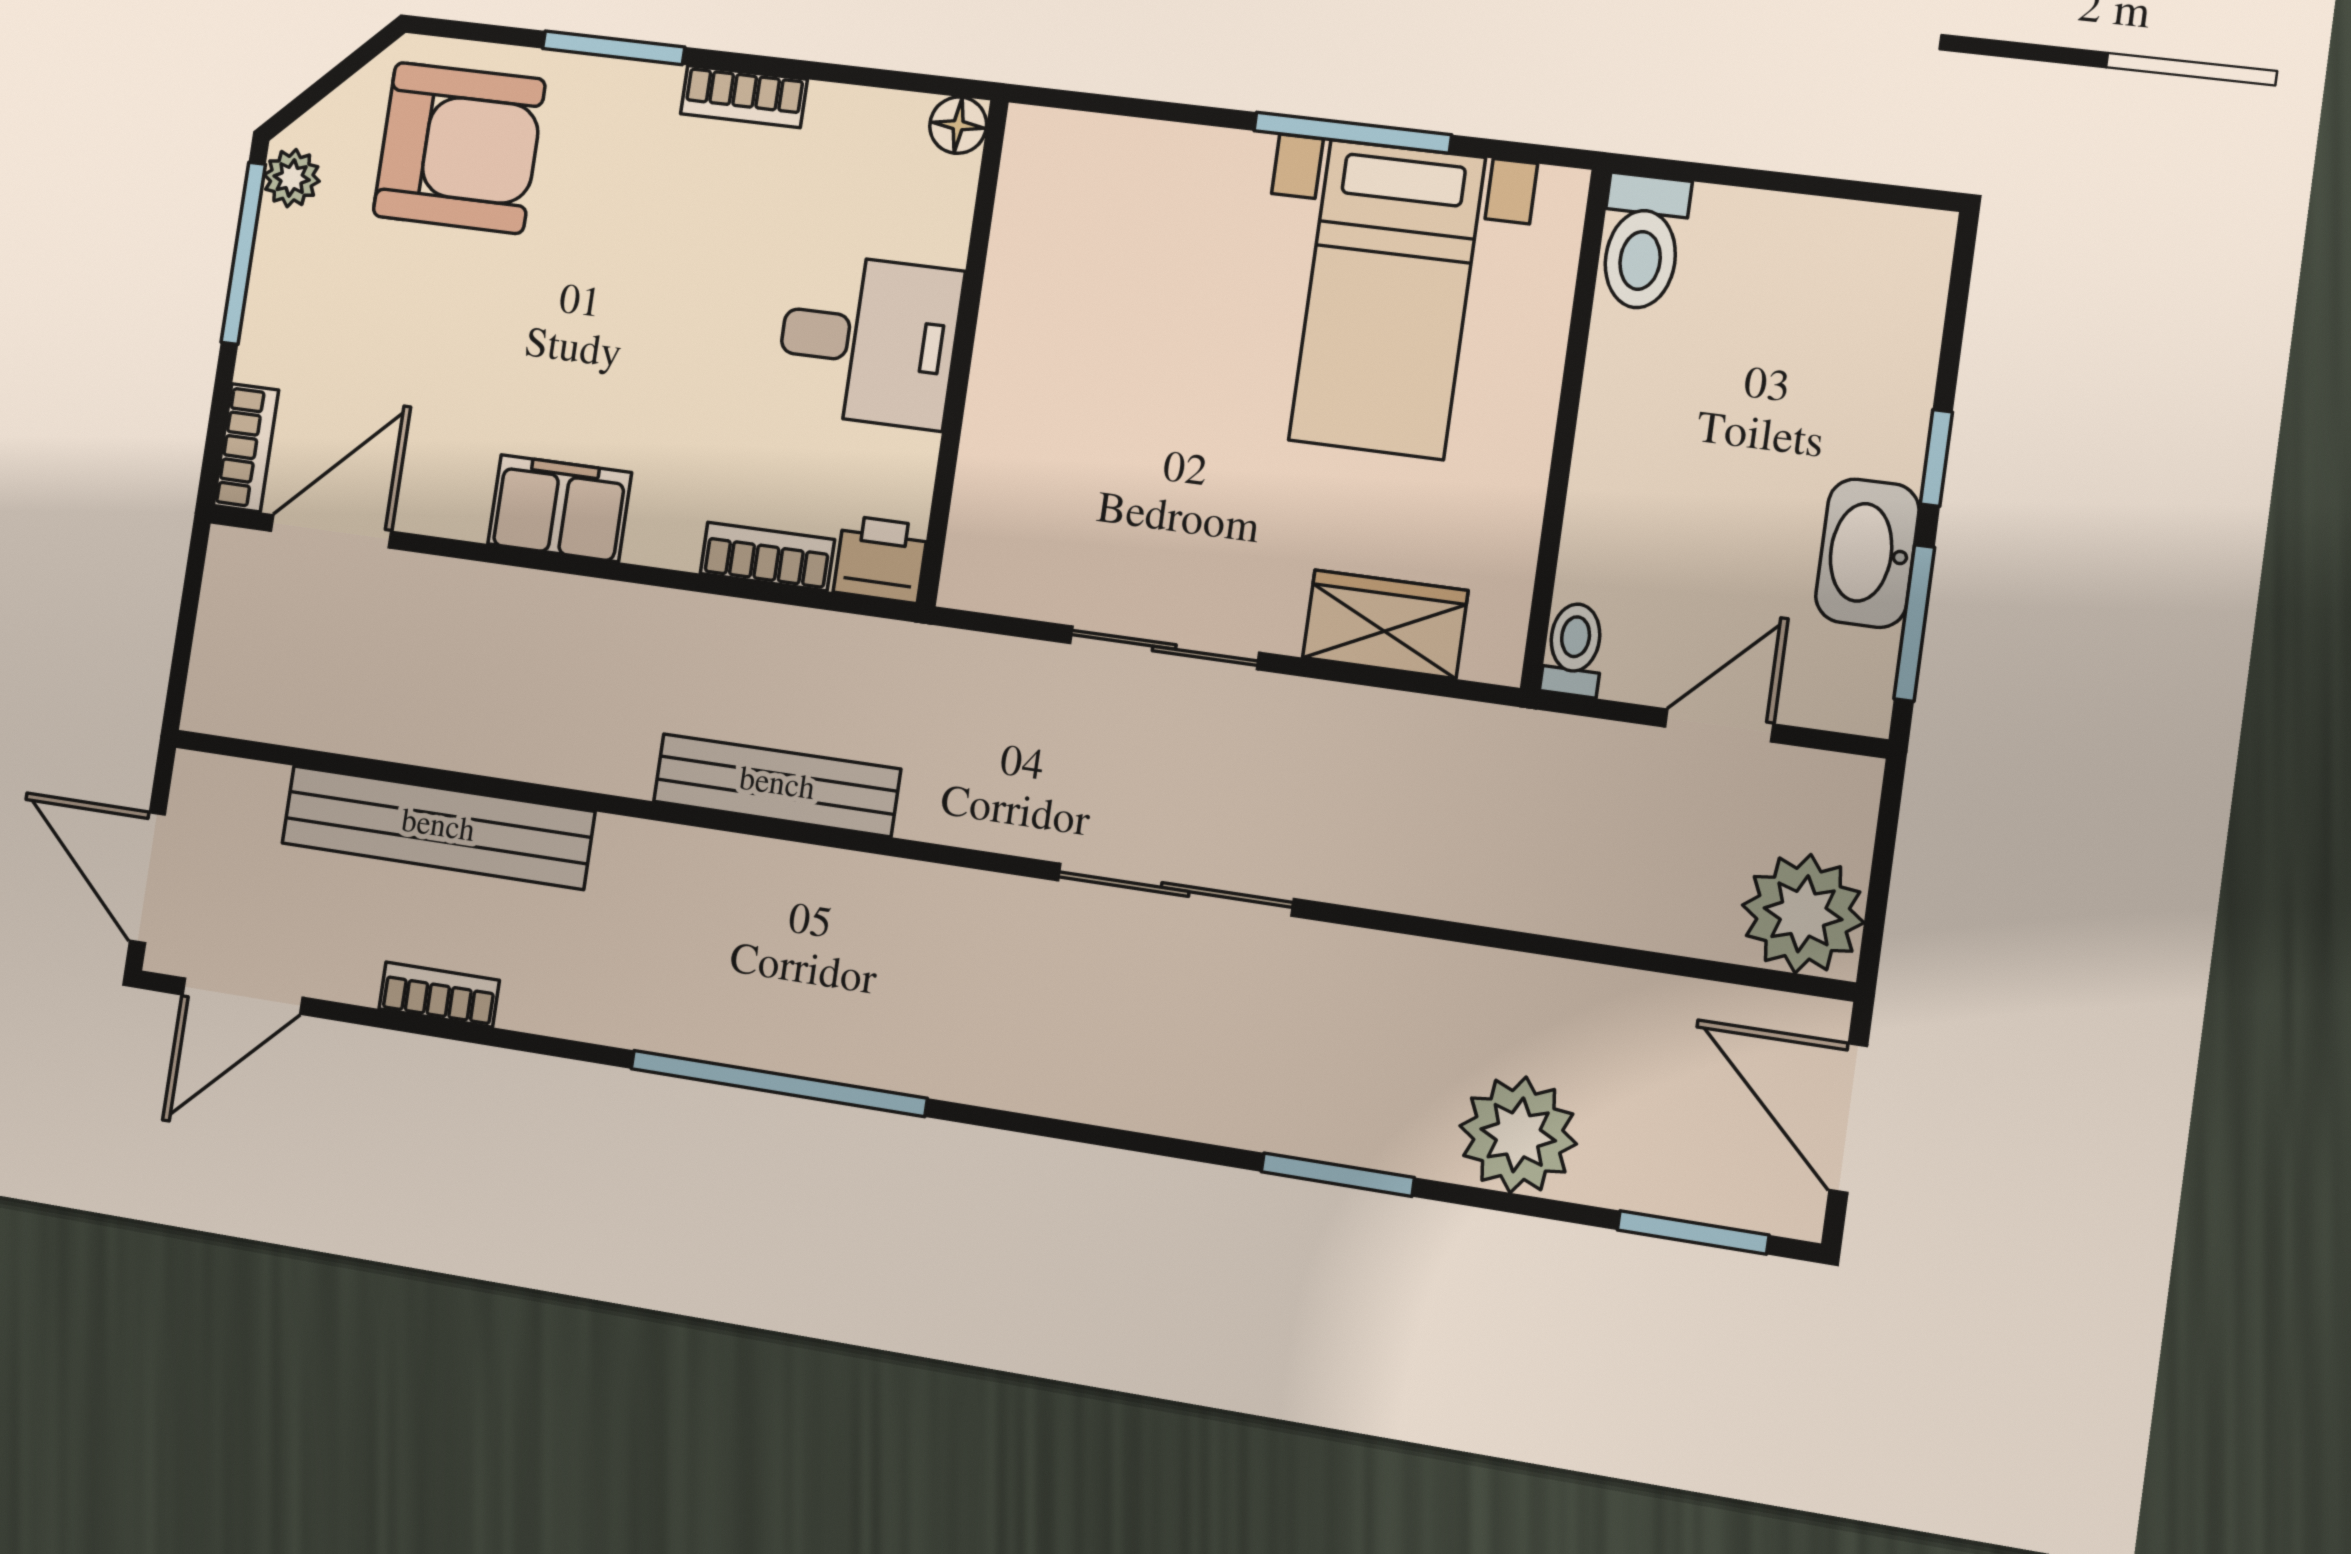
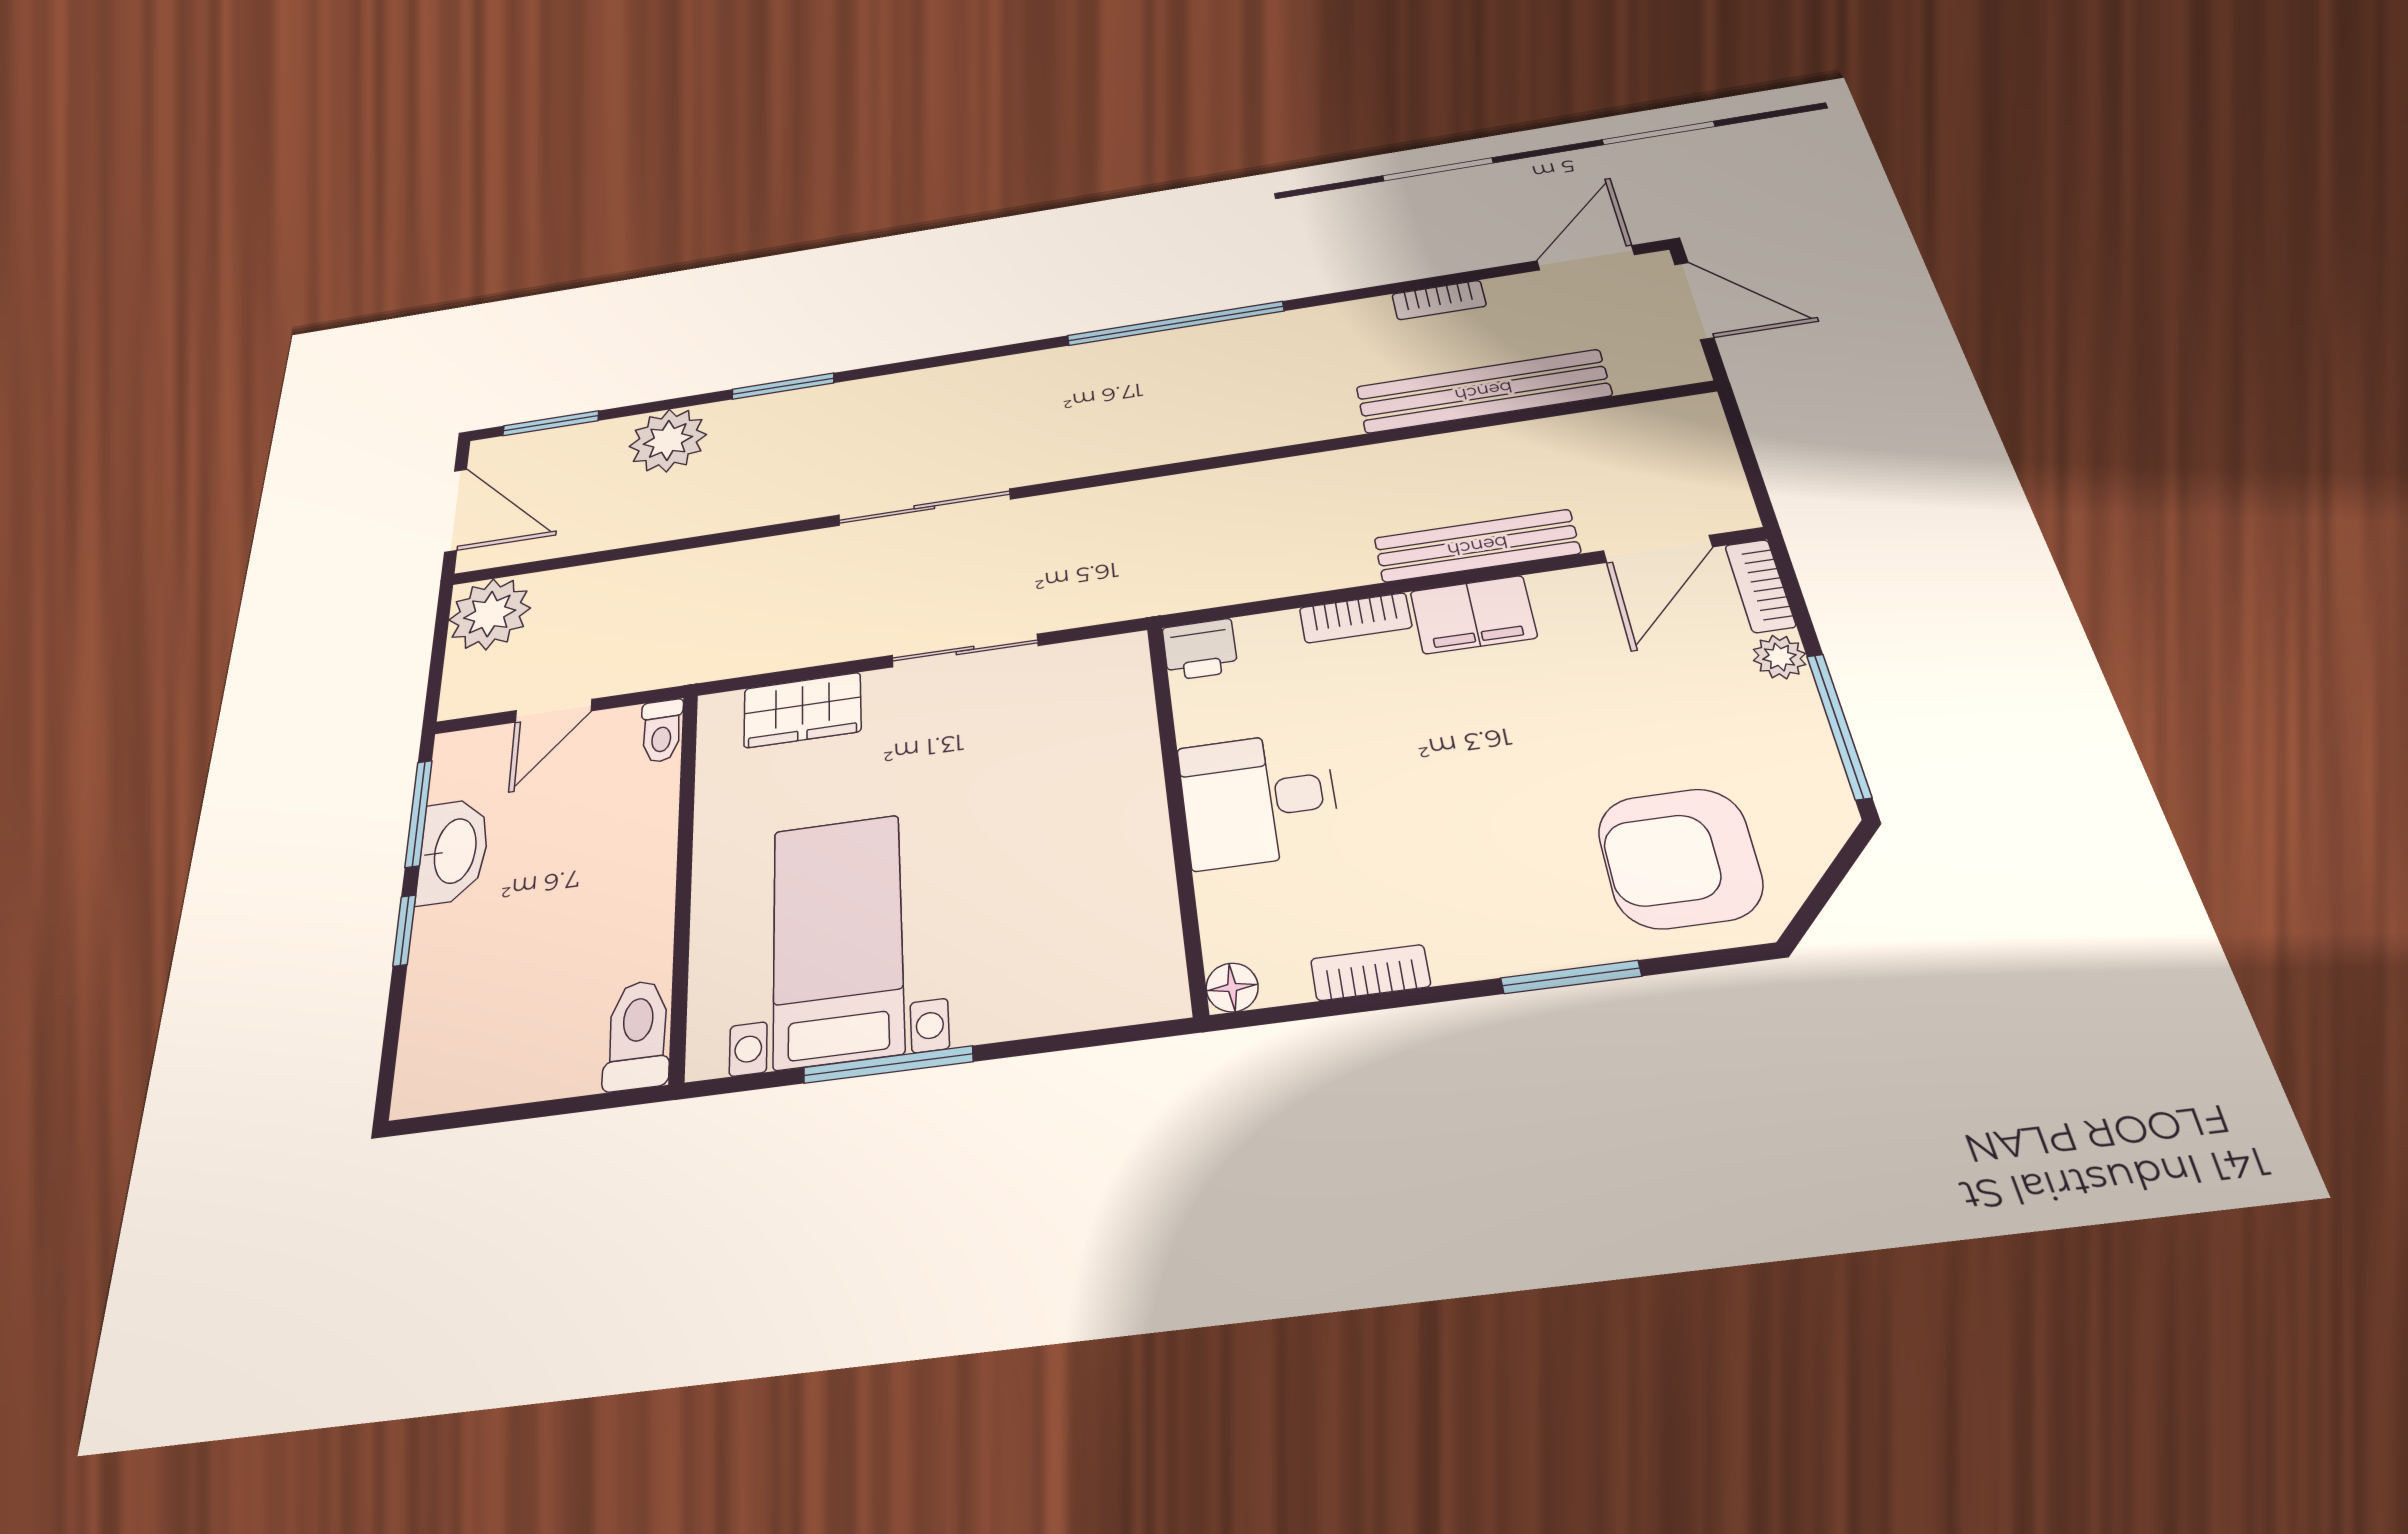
bookcase: (744, 97) -> (1370, 973), moved
plant: (292, 178) -> (1779, 657), moved
bookcase: (767, 557) -> (1356, 618), moved
bench: (777, 785) -> (1477, 546), moved

